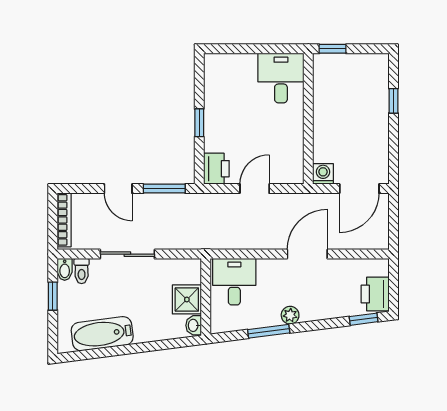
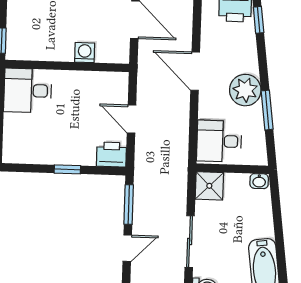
washing machine: (323, 174) -> (85, 53), moved, turned 90
shower: (187, 299) -> (209, 186), moved
plant: (290, 315) -> (245, 90), width x1.88, depth x1.88

